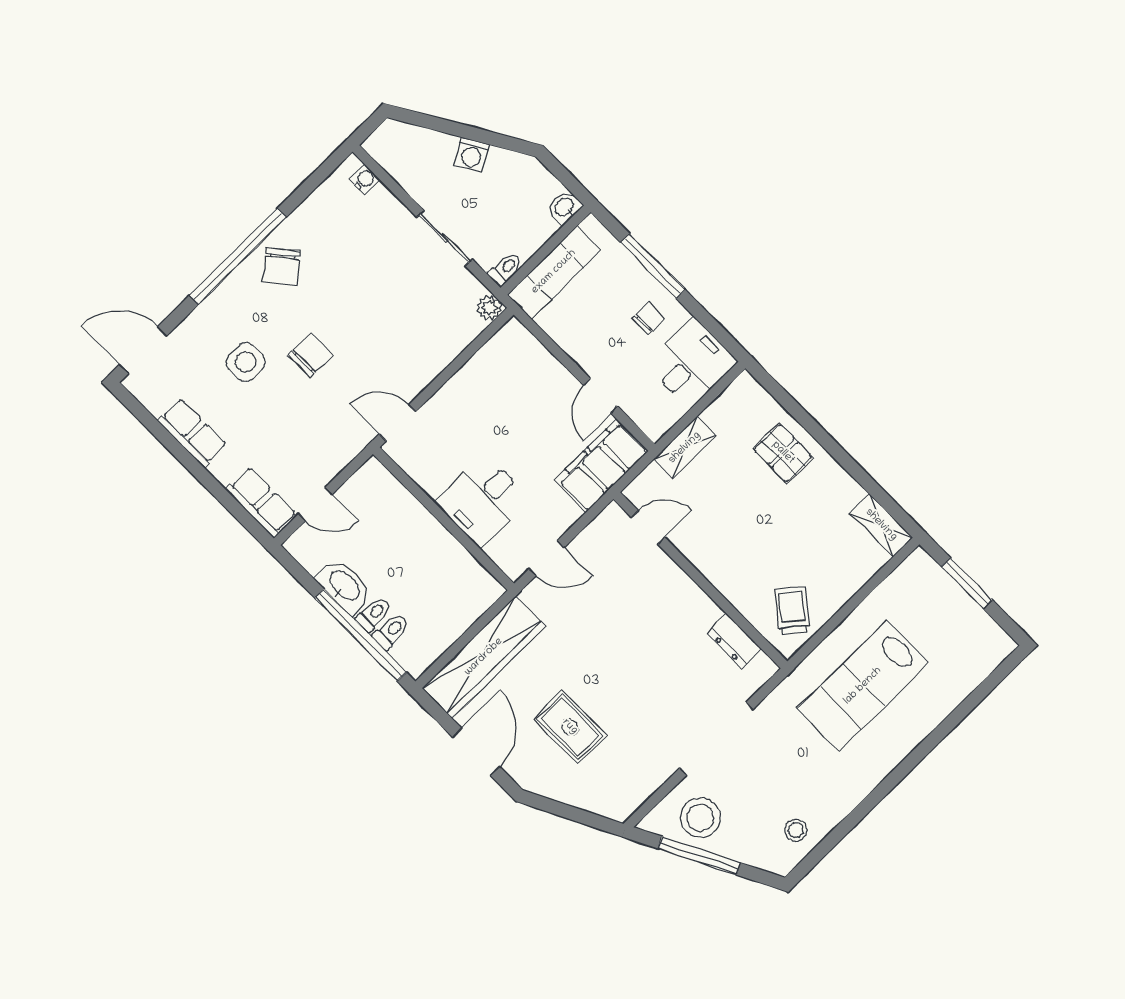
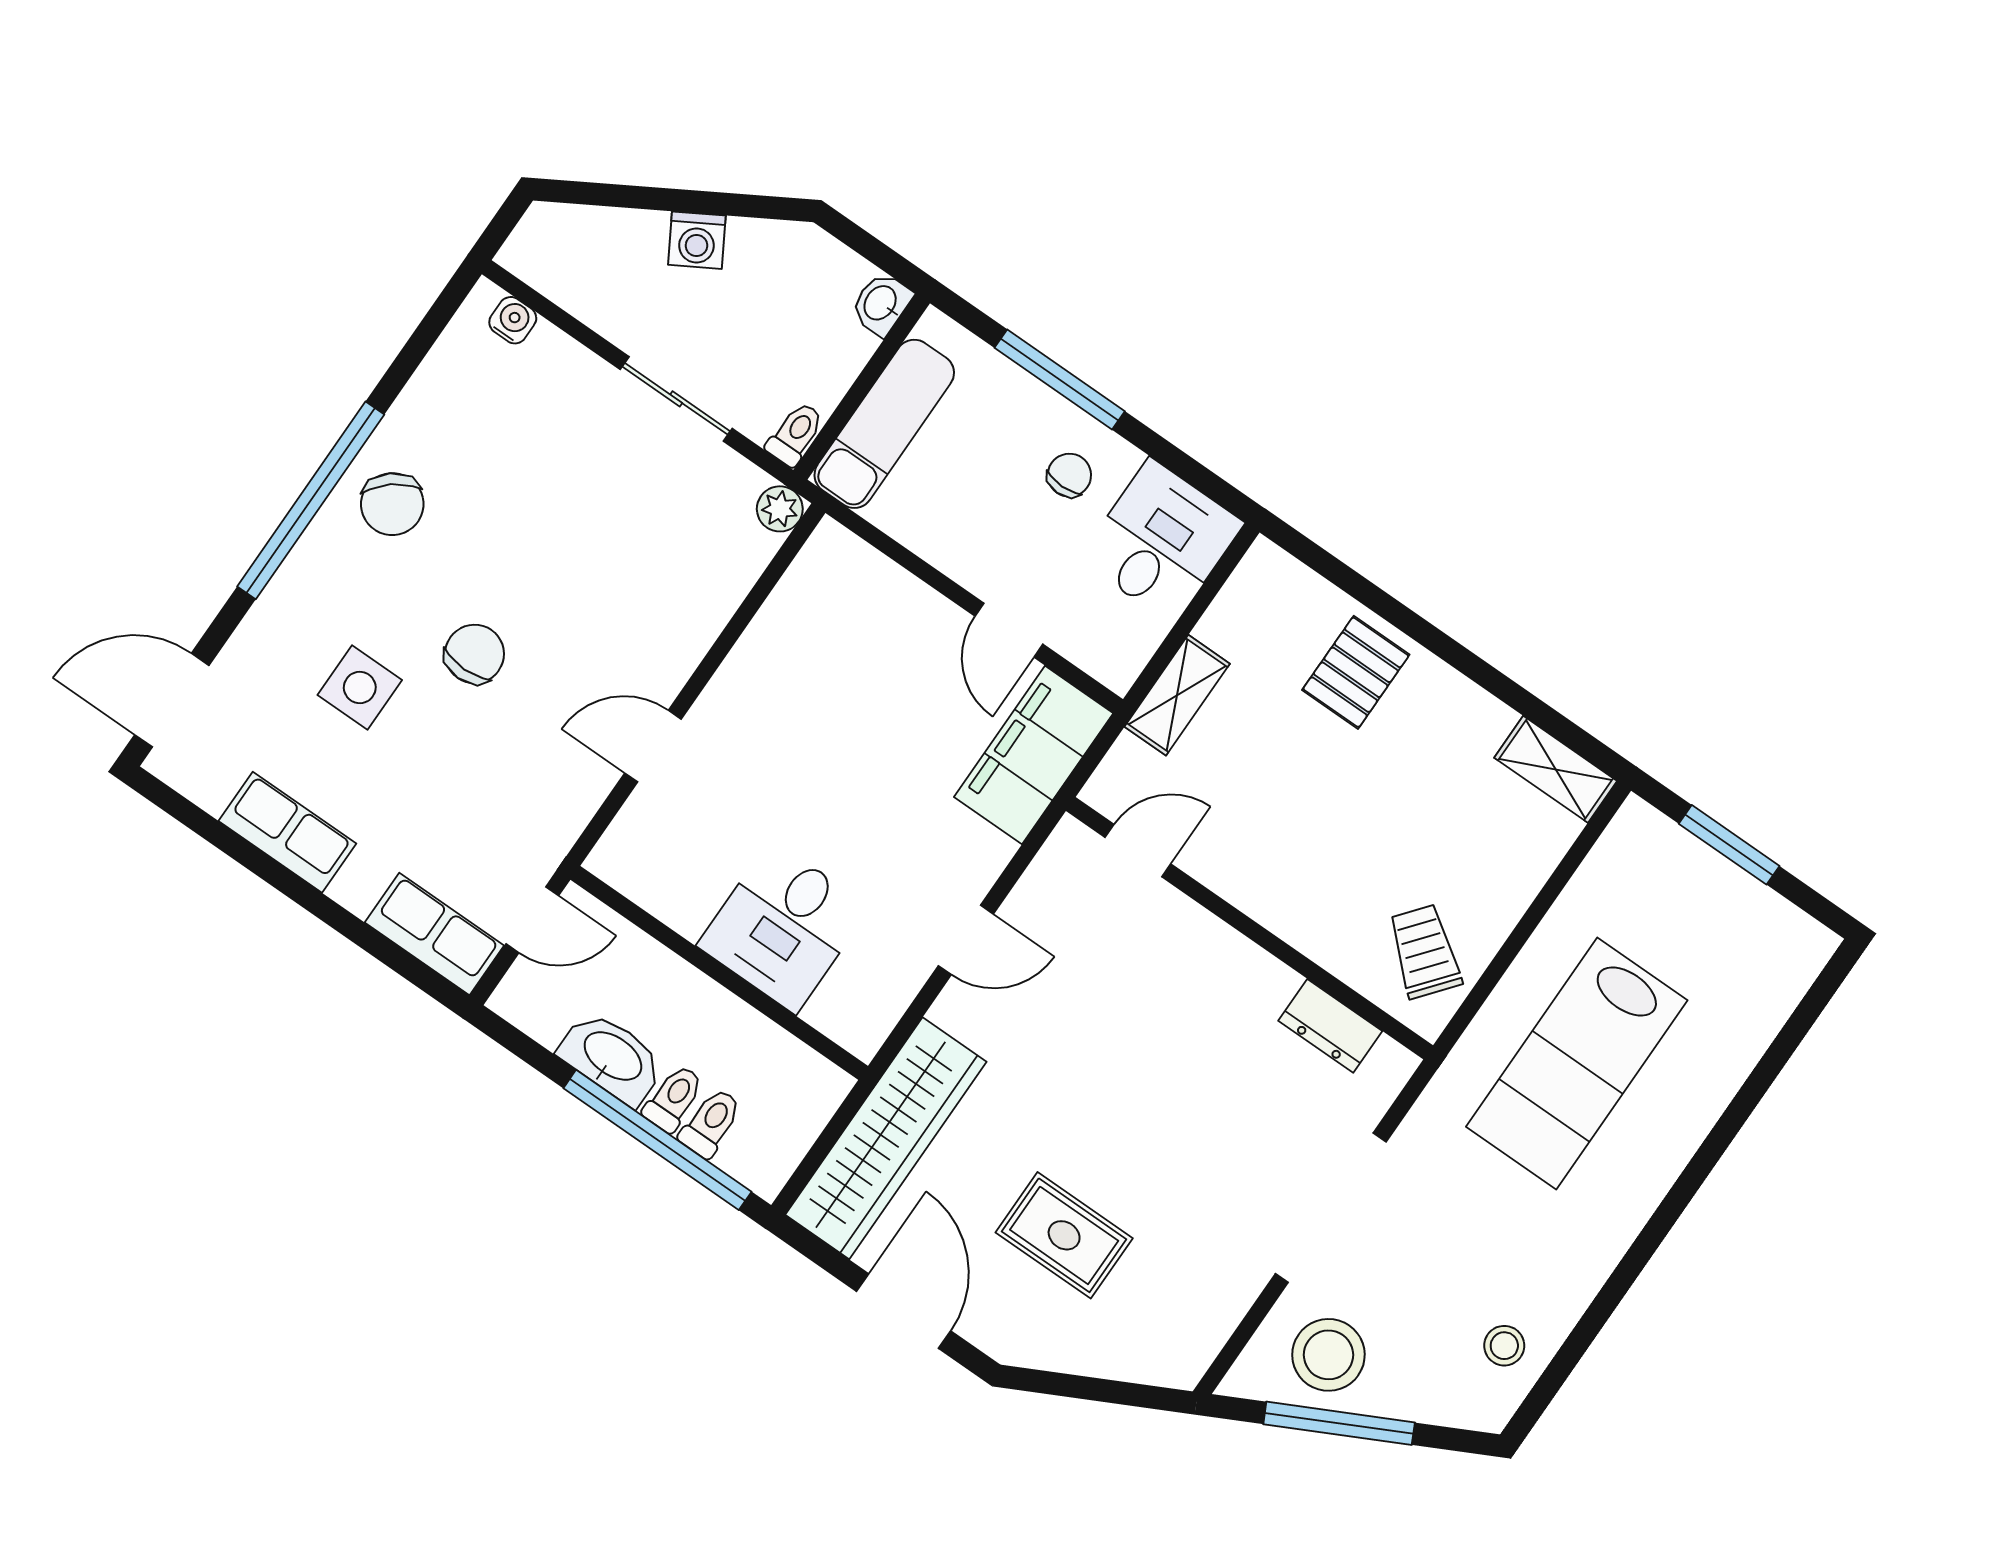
pallet: (783, 453) -> (1356, 672), turned 90
desk: (483, 500) -> (783, 927), moved
wall: (444, 519) -> (719, 973), moved

